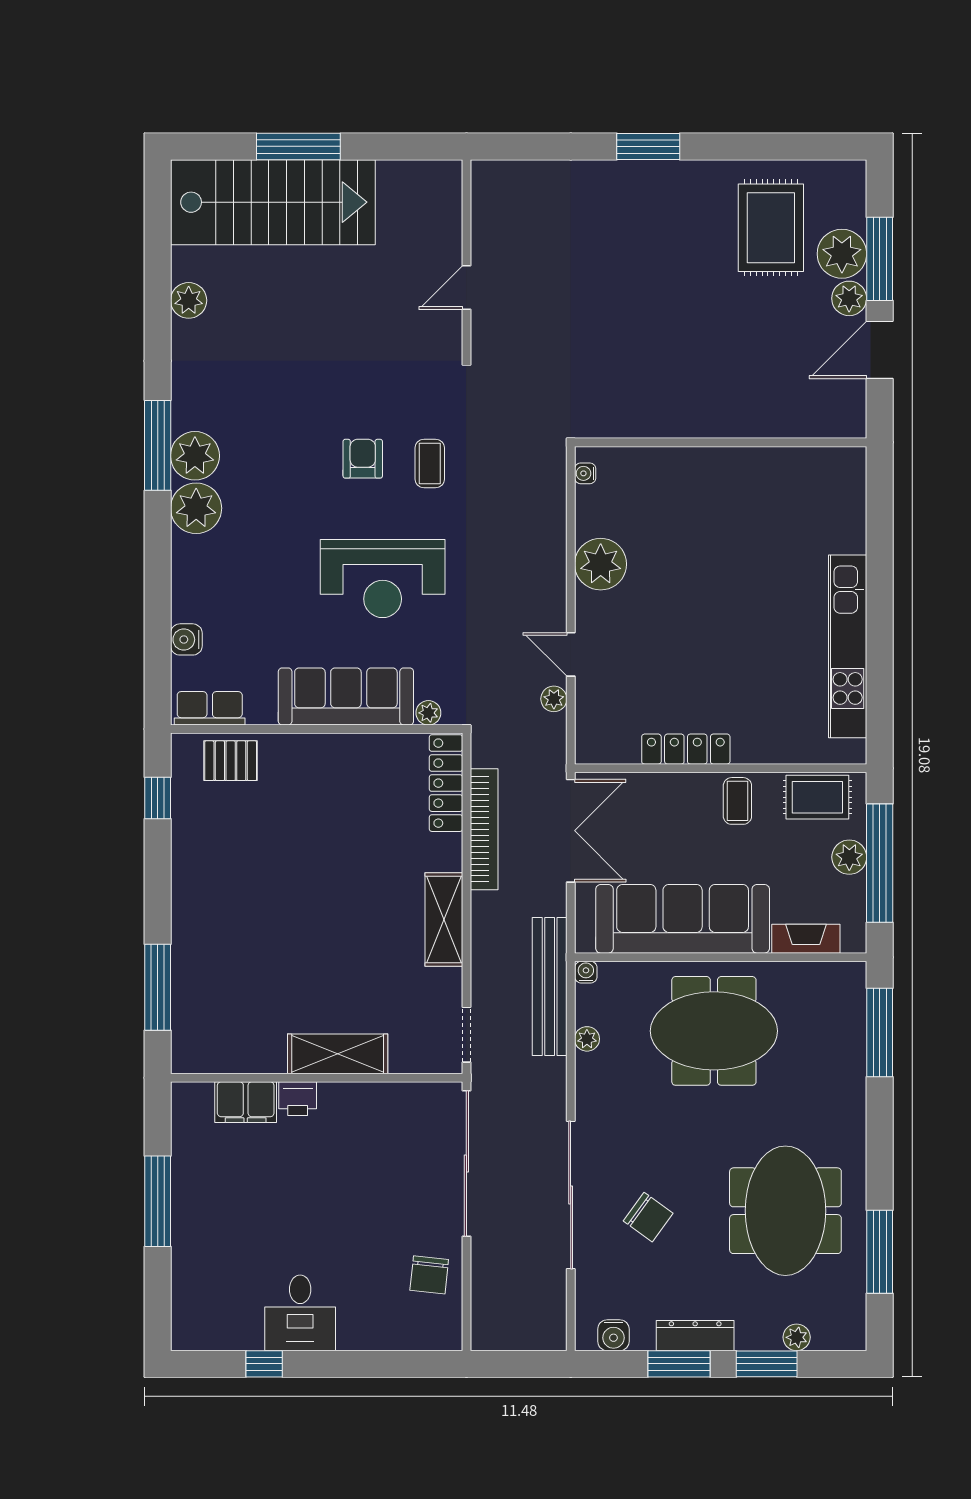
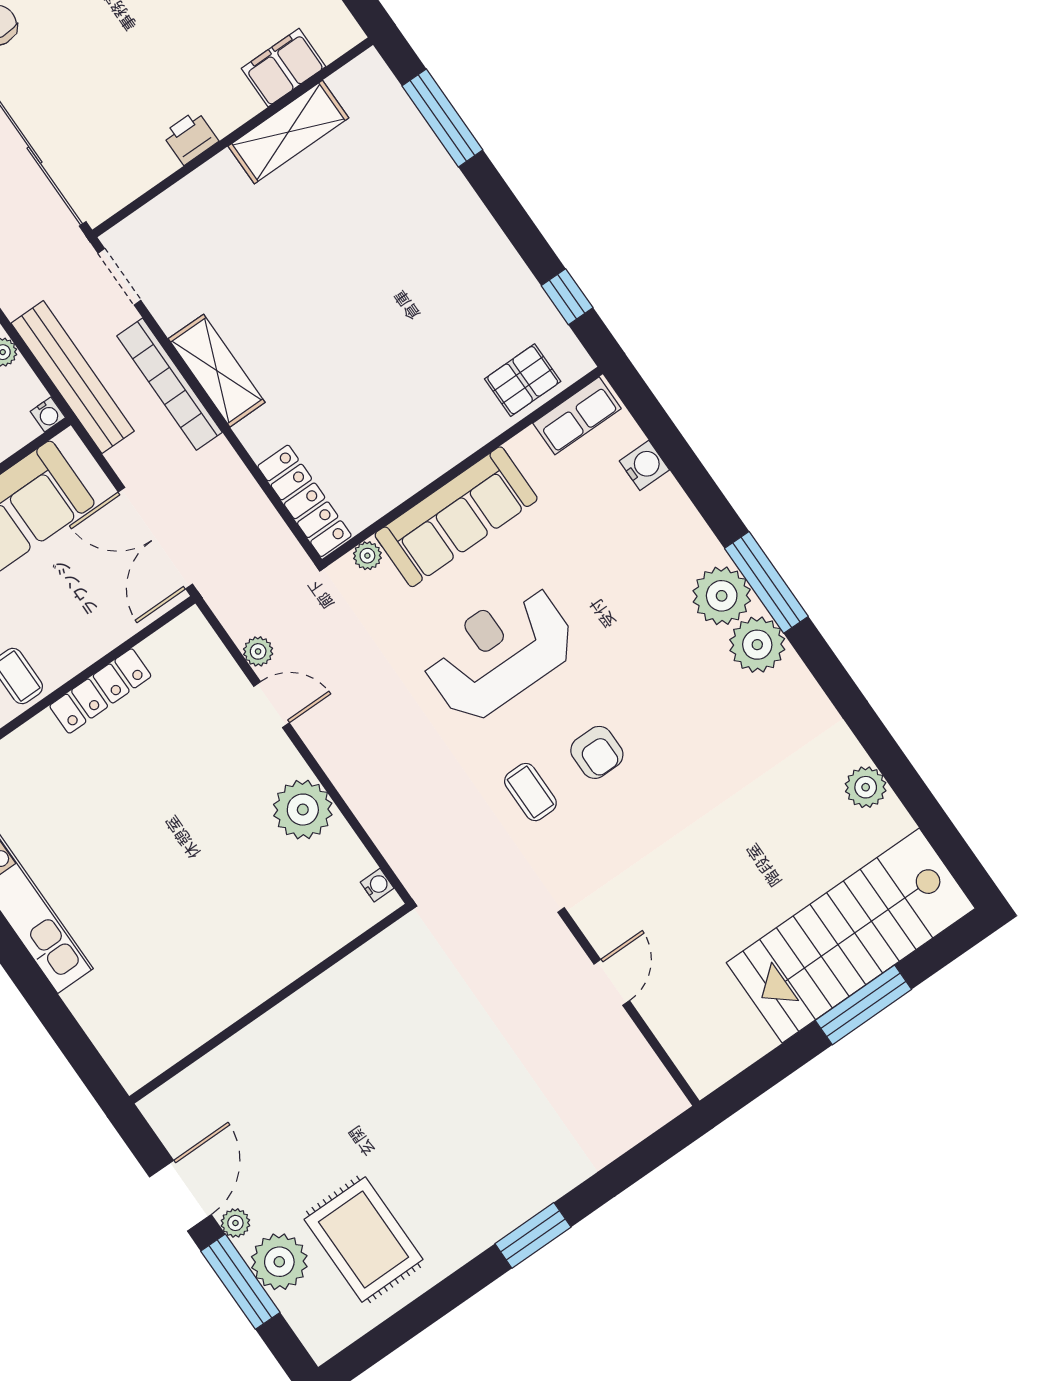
plant: (849, 298) -> (235, 1223), width x0.73, depth x0.73
window: (158, 445) -> (766, 582), moved
bookcase: (484, 829) -> (170, 384), moved
shelving: (338, 1054) -> (288, 132), moved
printer: (298, 1099) -> (190, 138), moved

